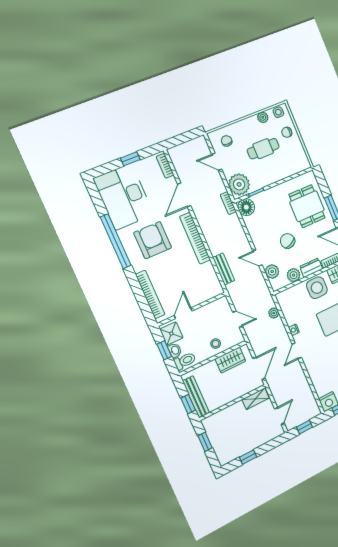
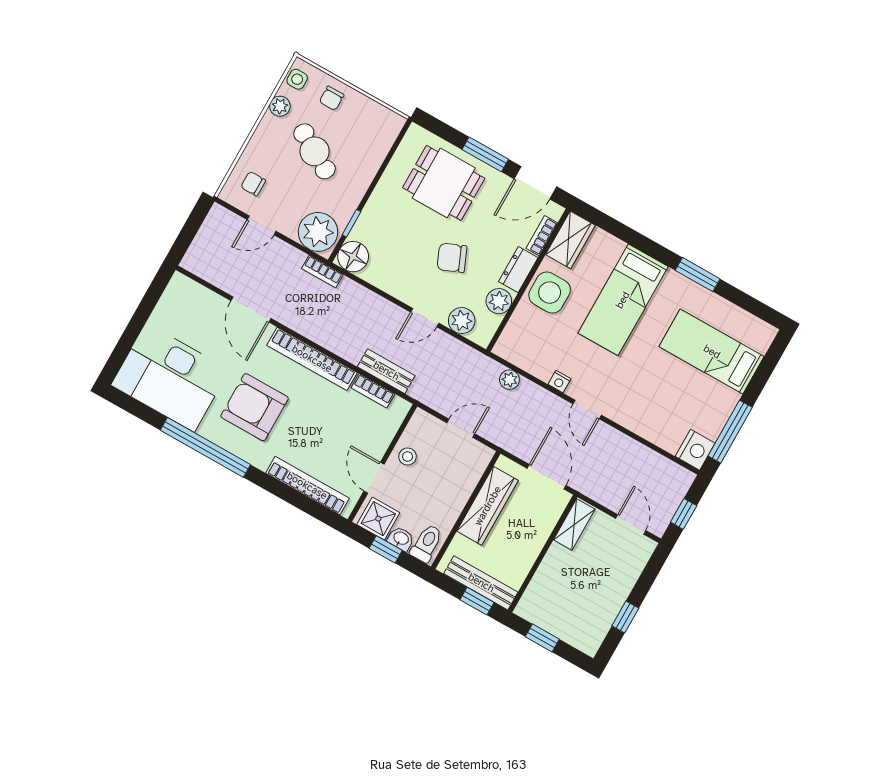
cafe table: (263, 149) -> (315, 151), turned -60
window: (130, 159) -> (140, 318), removed
bookcase: (165, 166) -> (373, 391), moved
stool: (216, 344) -> (408, 457), moved
wardrobe: (230, 360) -> (488, 506), width x1.50

